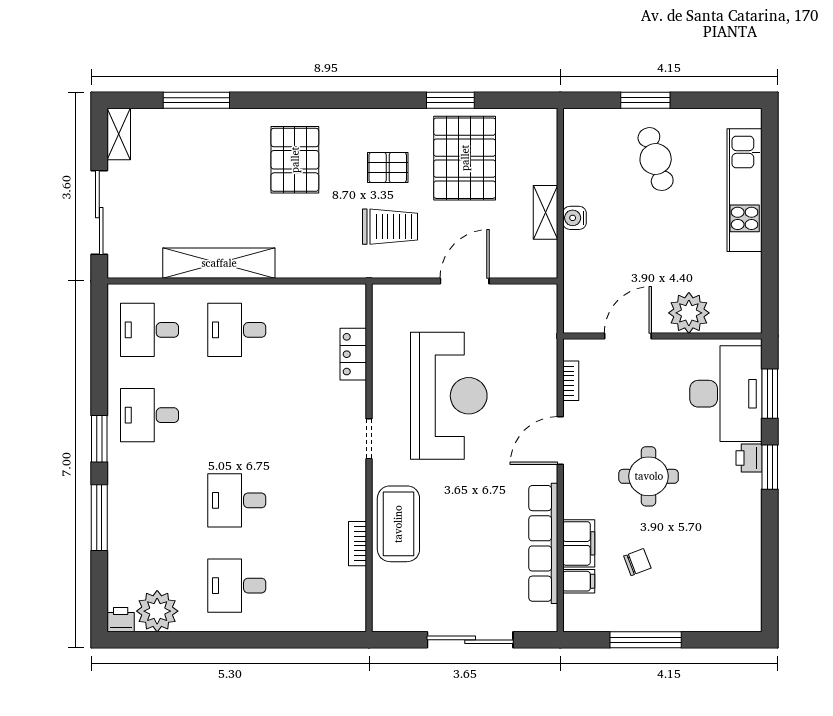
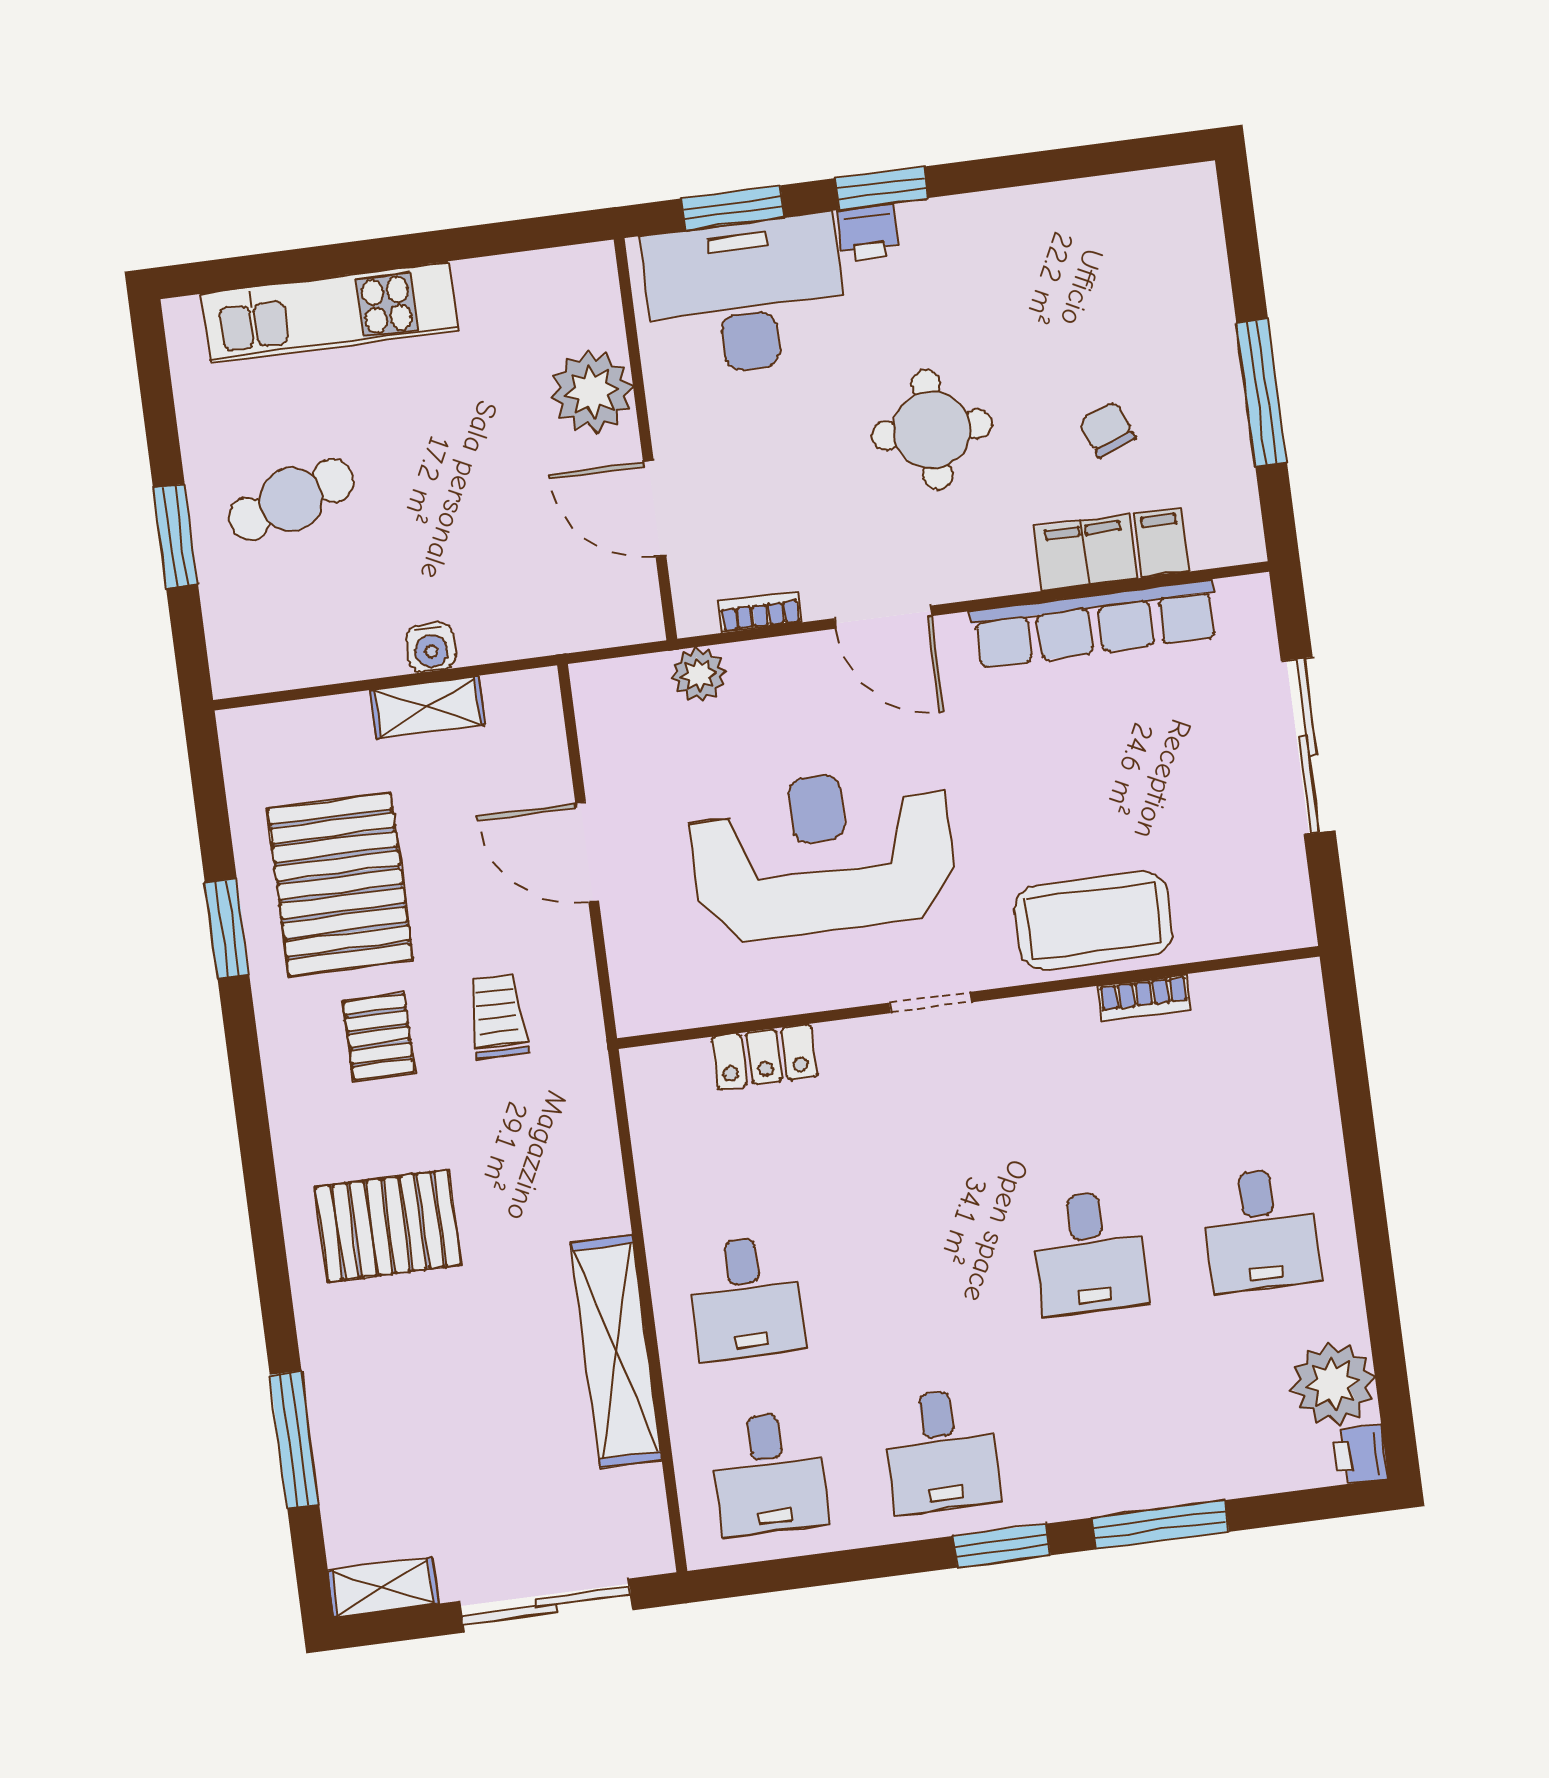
pallet: (465, 158) -> (340, 884), turned 90
trolley: (390, 227) -> (497, 1017), width x0.73, depth x0.72
plant: (544, 347) -> (699, 675), added

